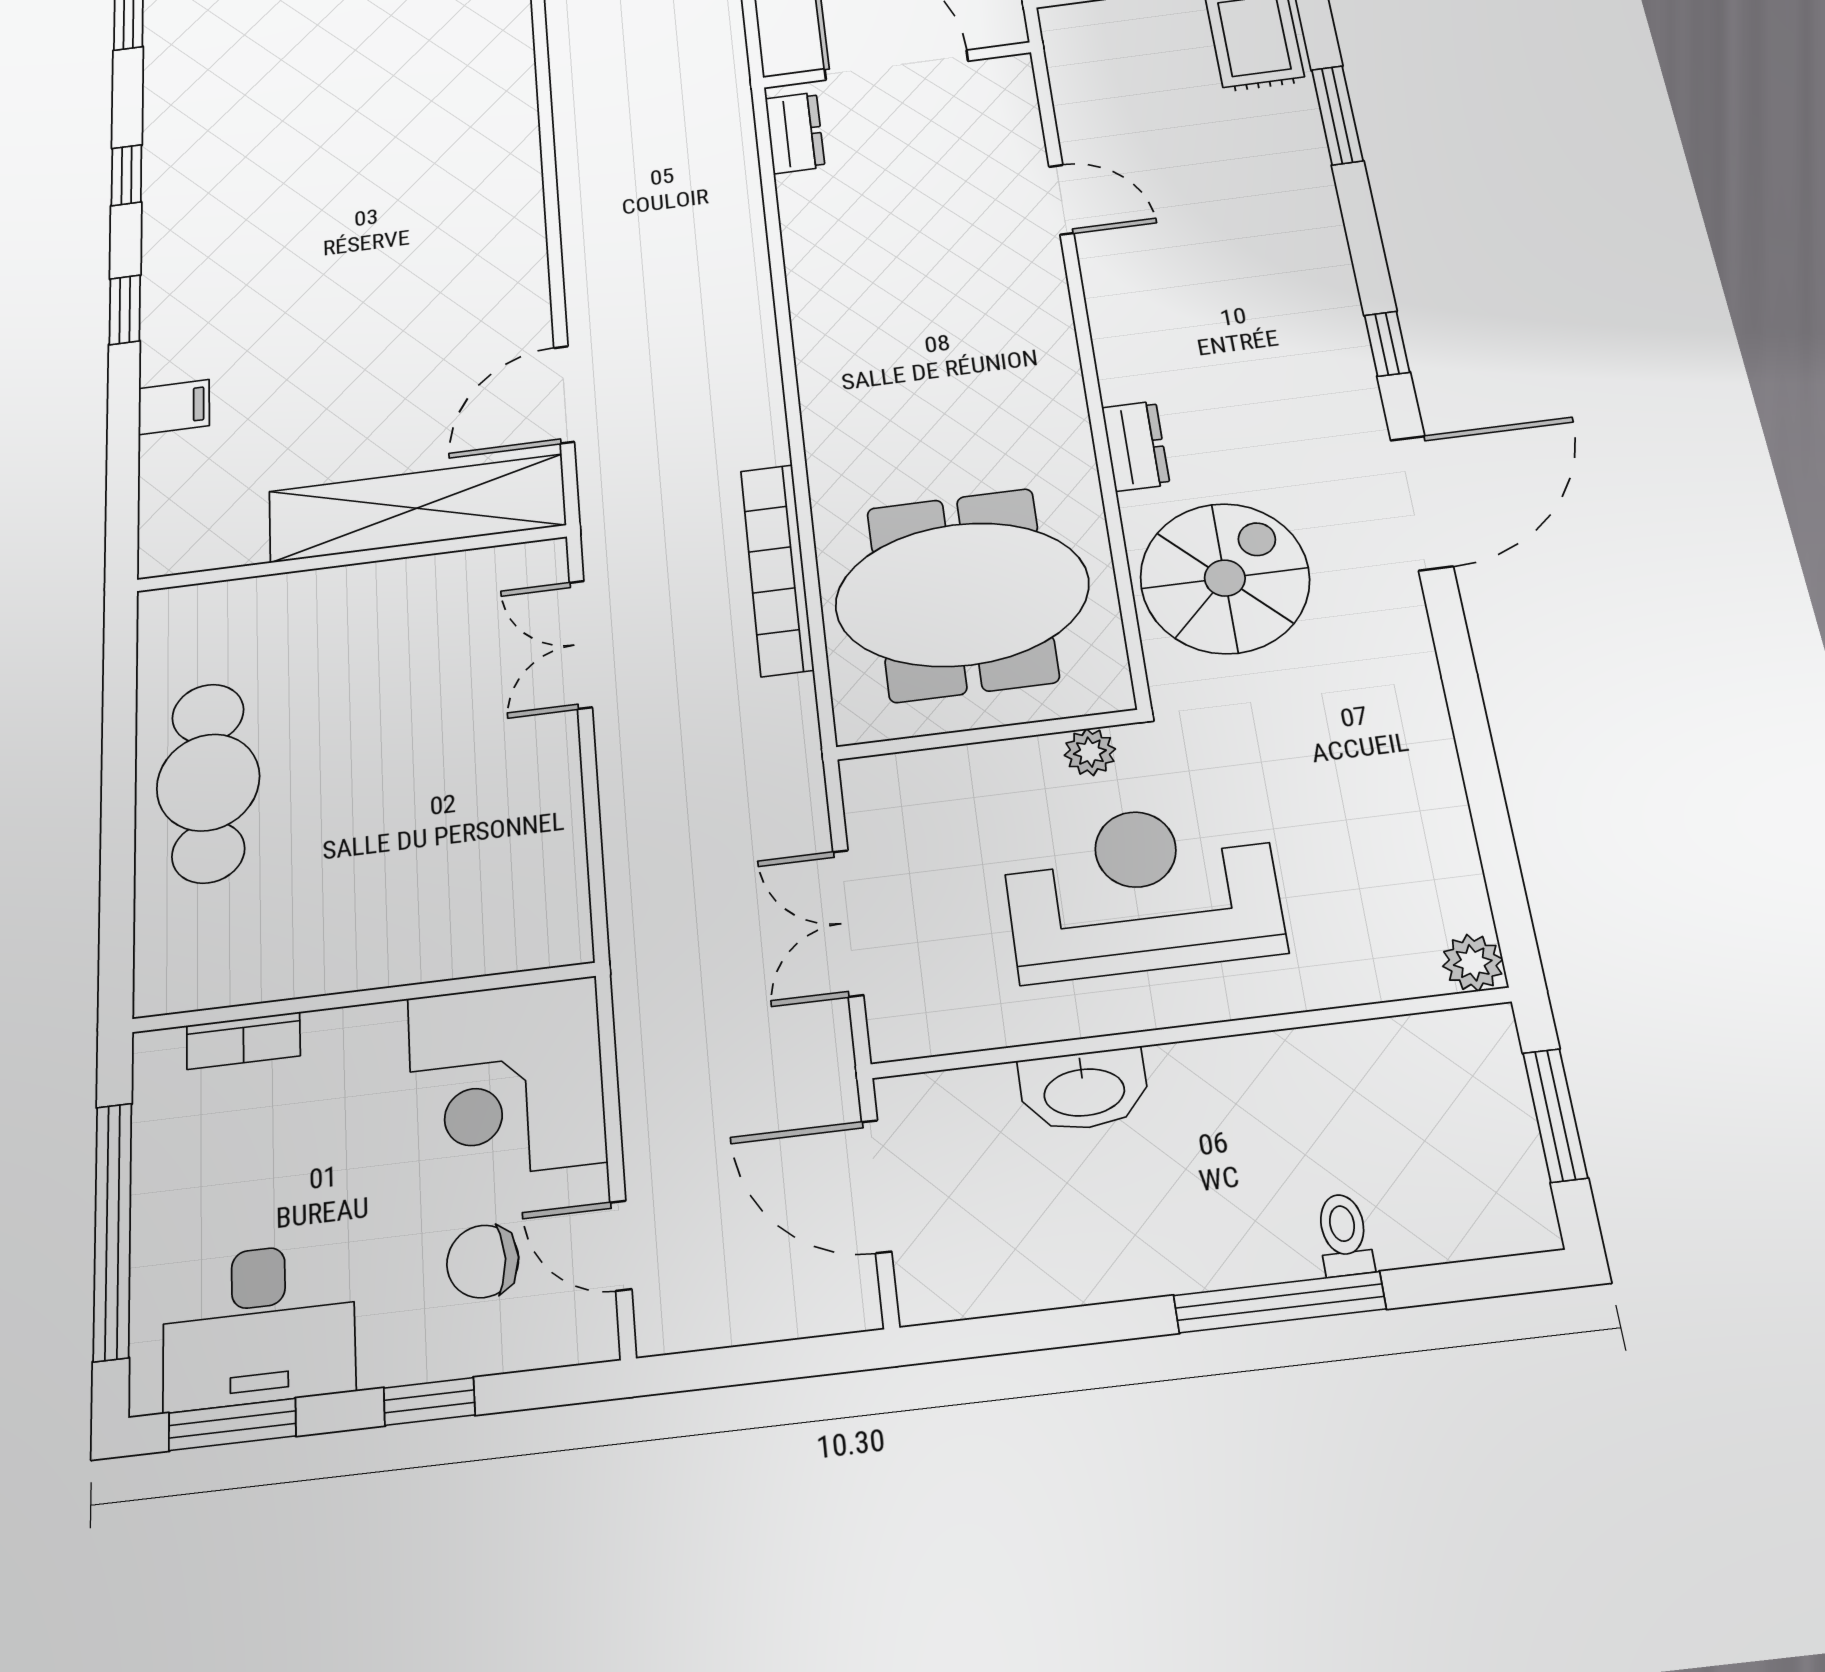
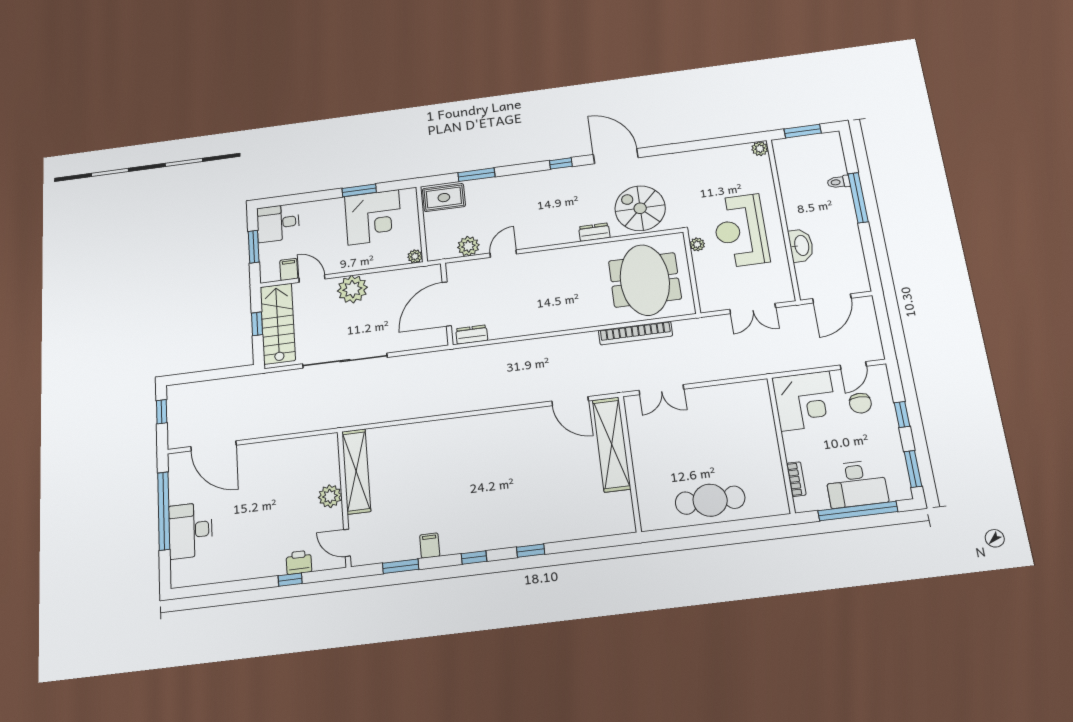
plant: (1087, 108) -> (468, 246), added
filing cabinet: (174, 407) -> (430, 546), moved
desk: (259, 1325) -> (856, 484), moved, turned 90

